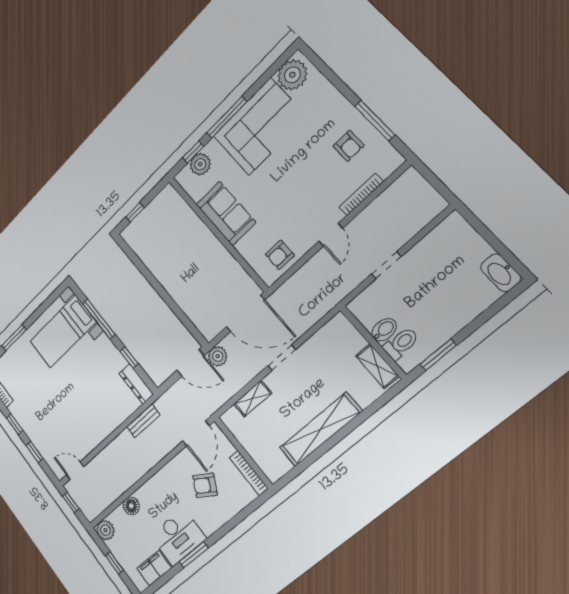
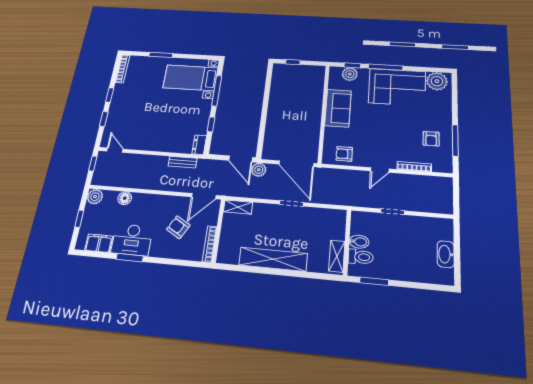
washbasin: (501, 273) -> (446, 254), moved
dresser: (136, 384) -> (199, 145), width x0.70
shelving: (253, 399) -> (238, 207), moved

